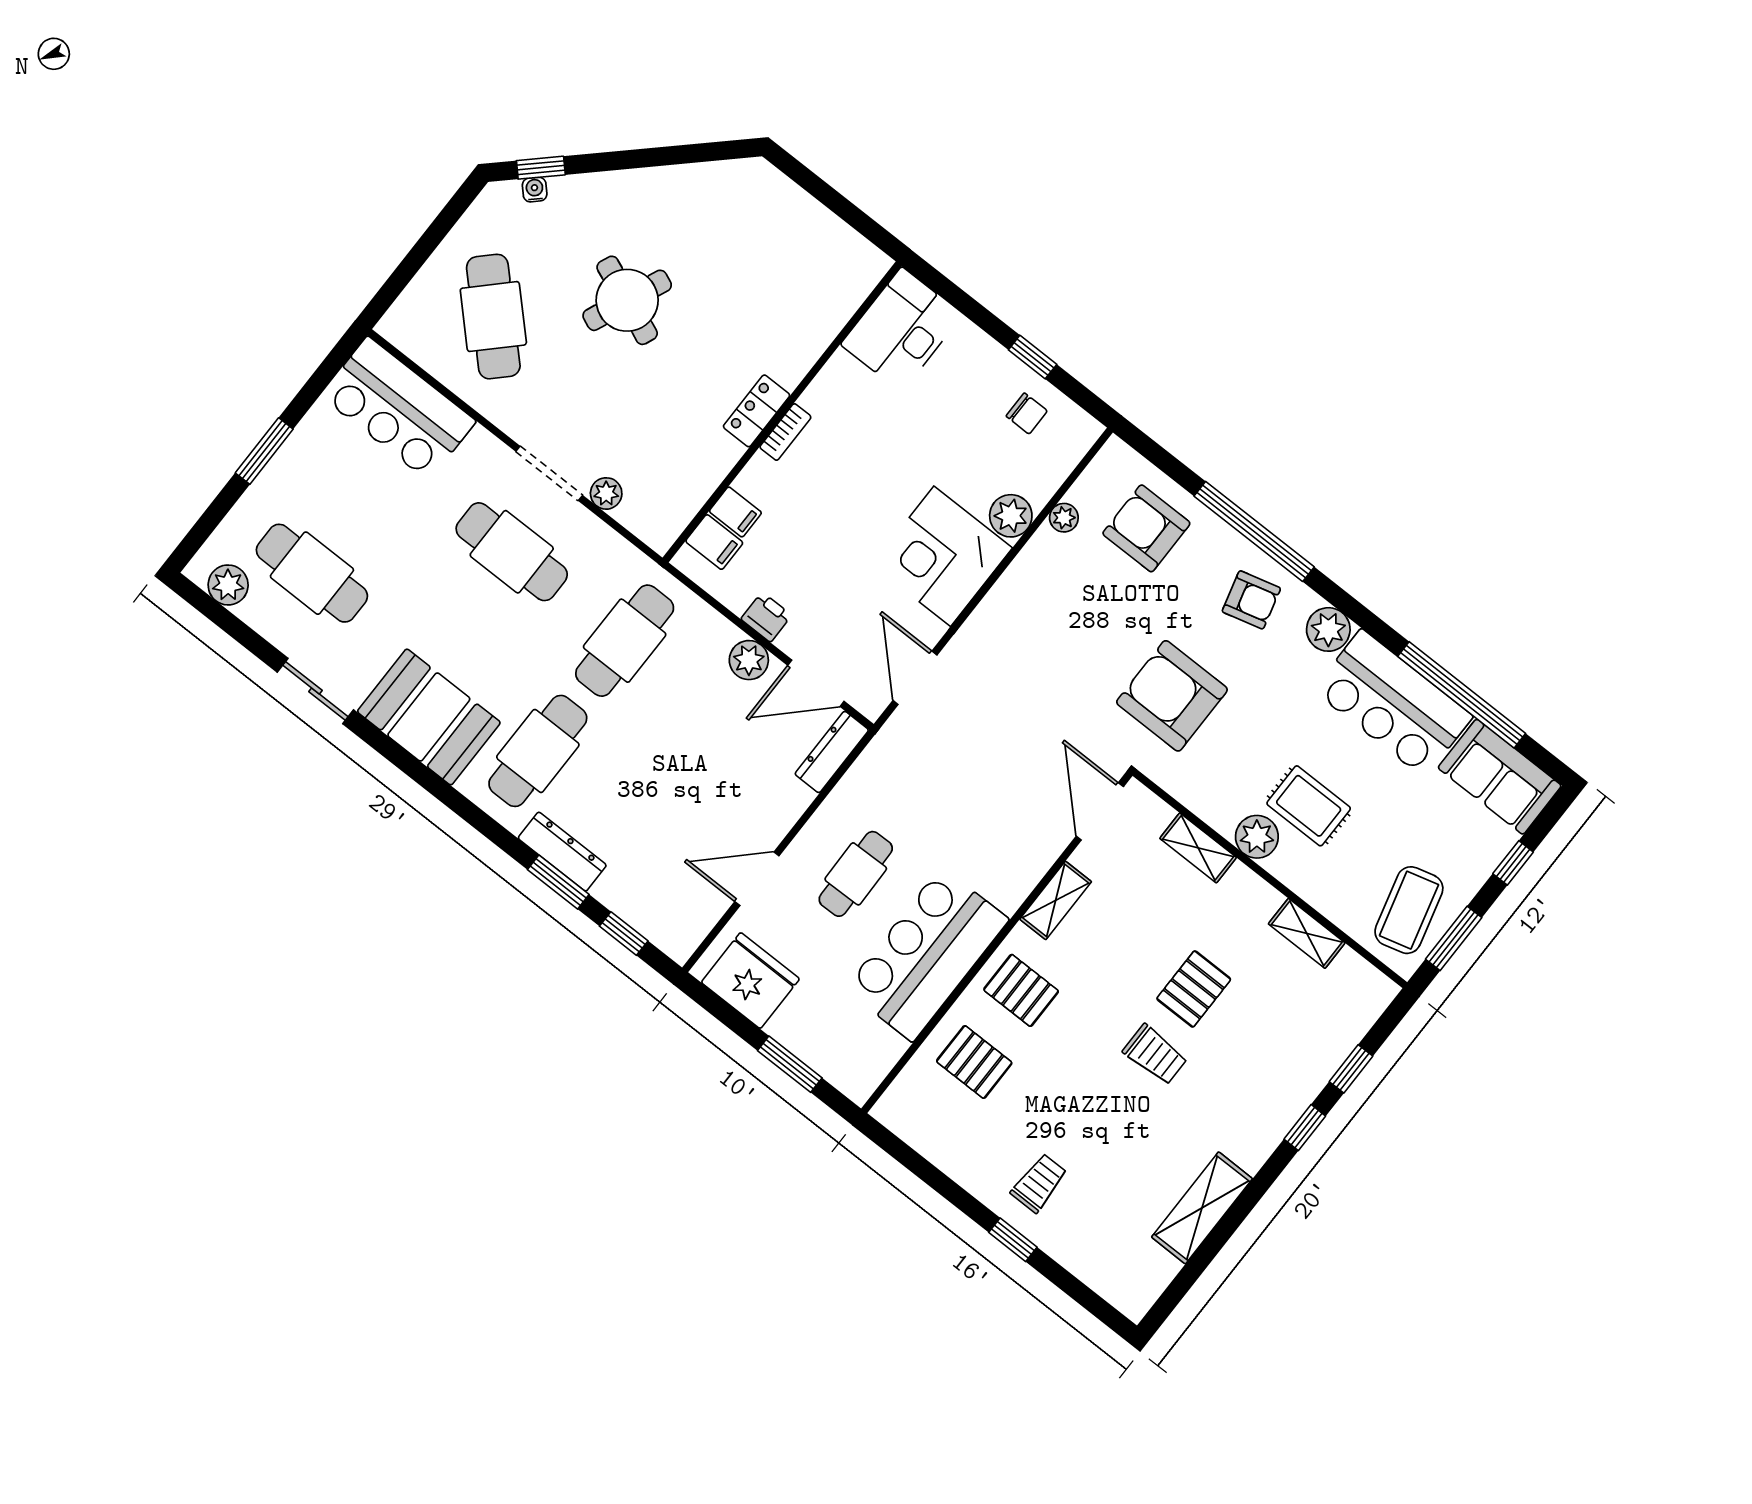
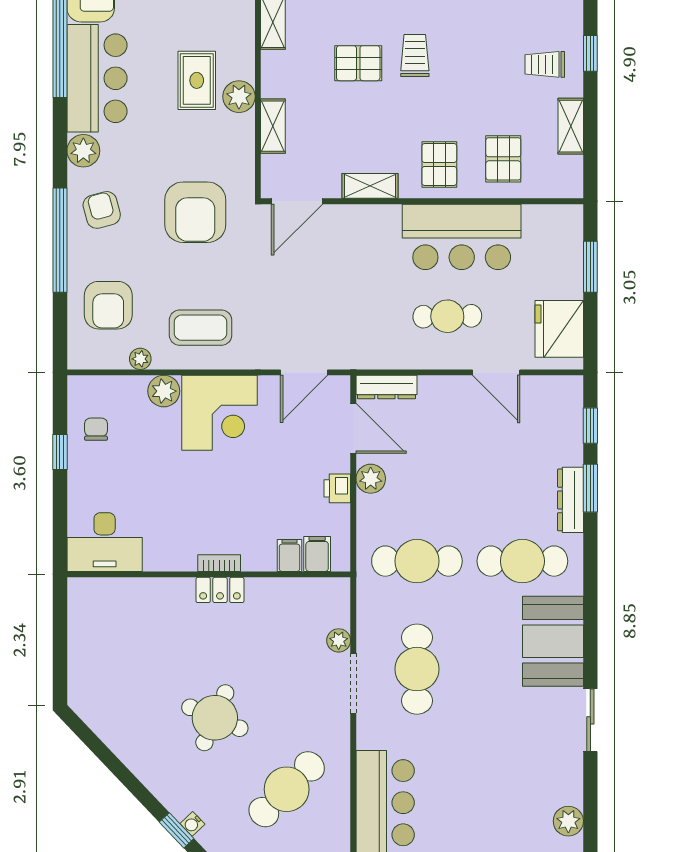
cafe table: (312, 573) -> (522, 777), removed
coffee table: (1047, 606) -> (201, 328), added
shelving: (953, 1159) -> (571, 126), added

